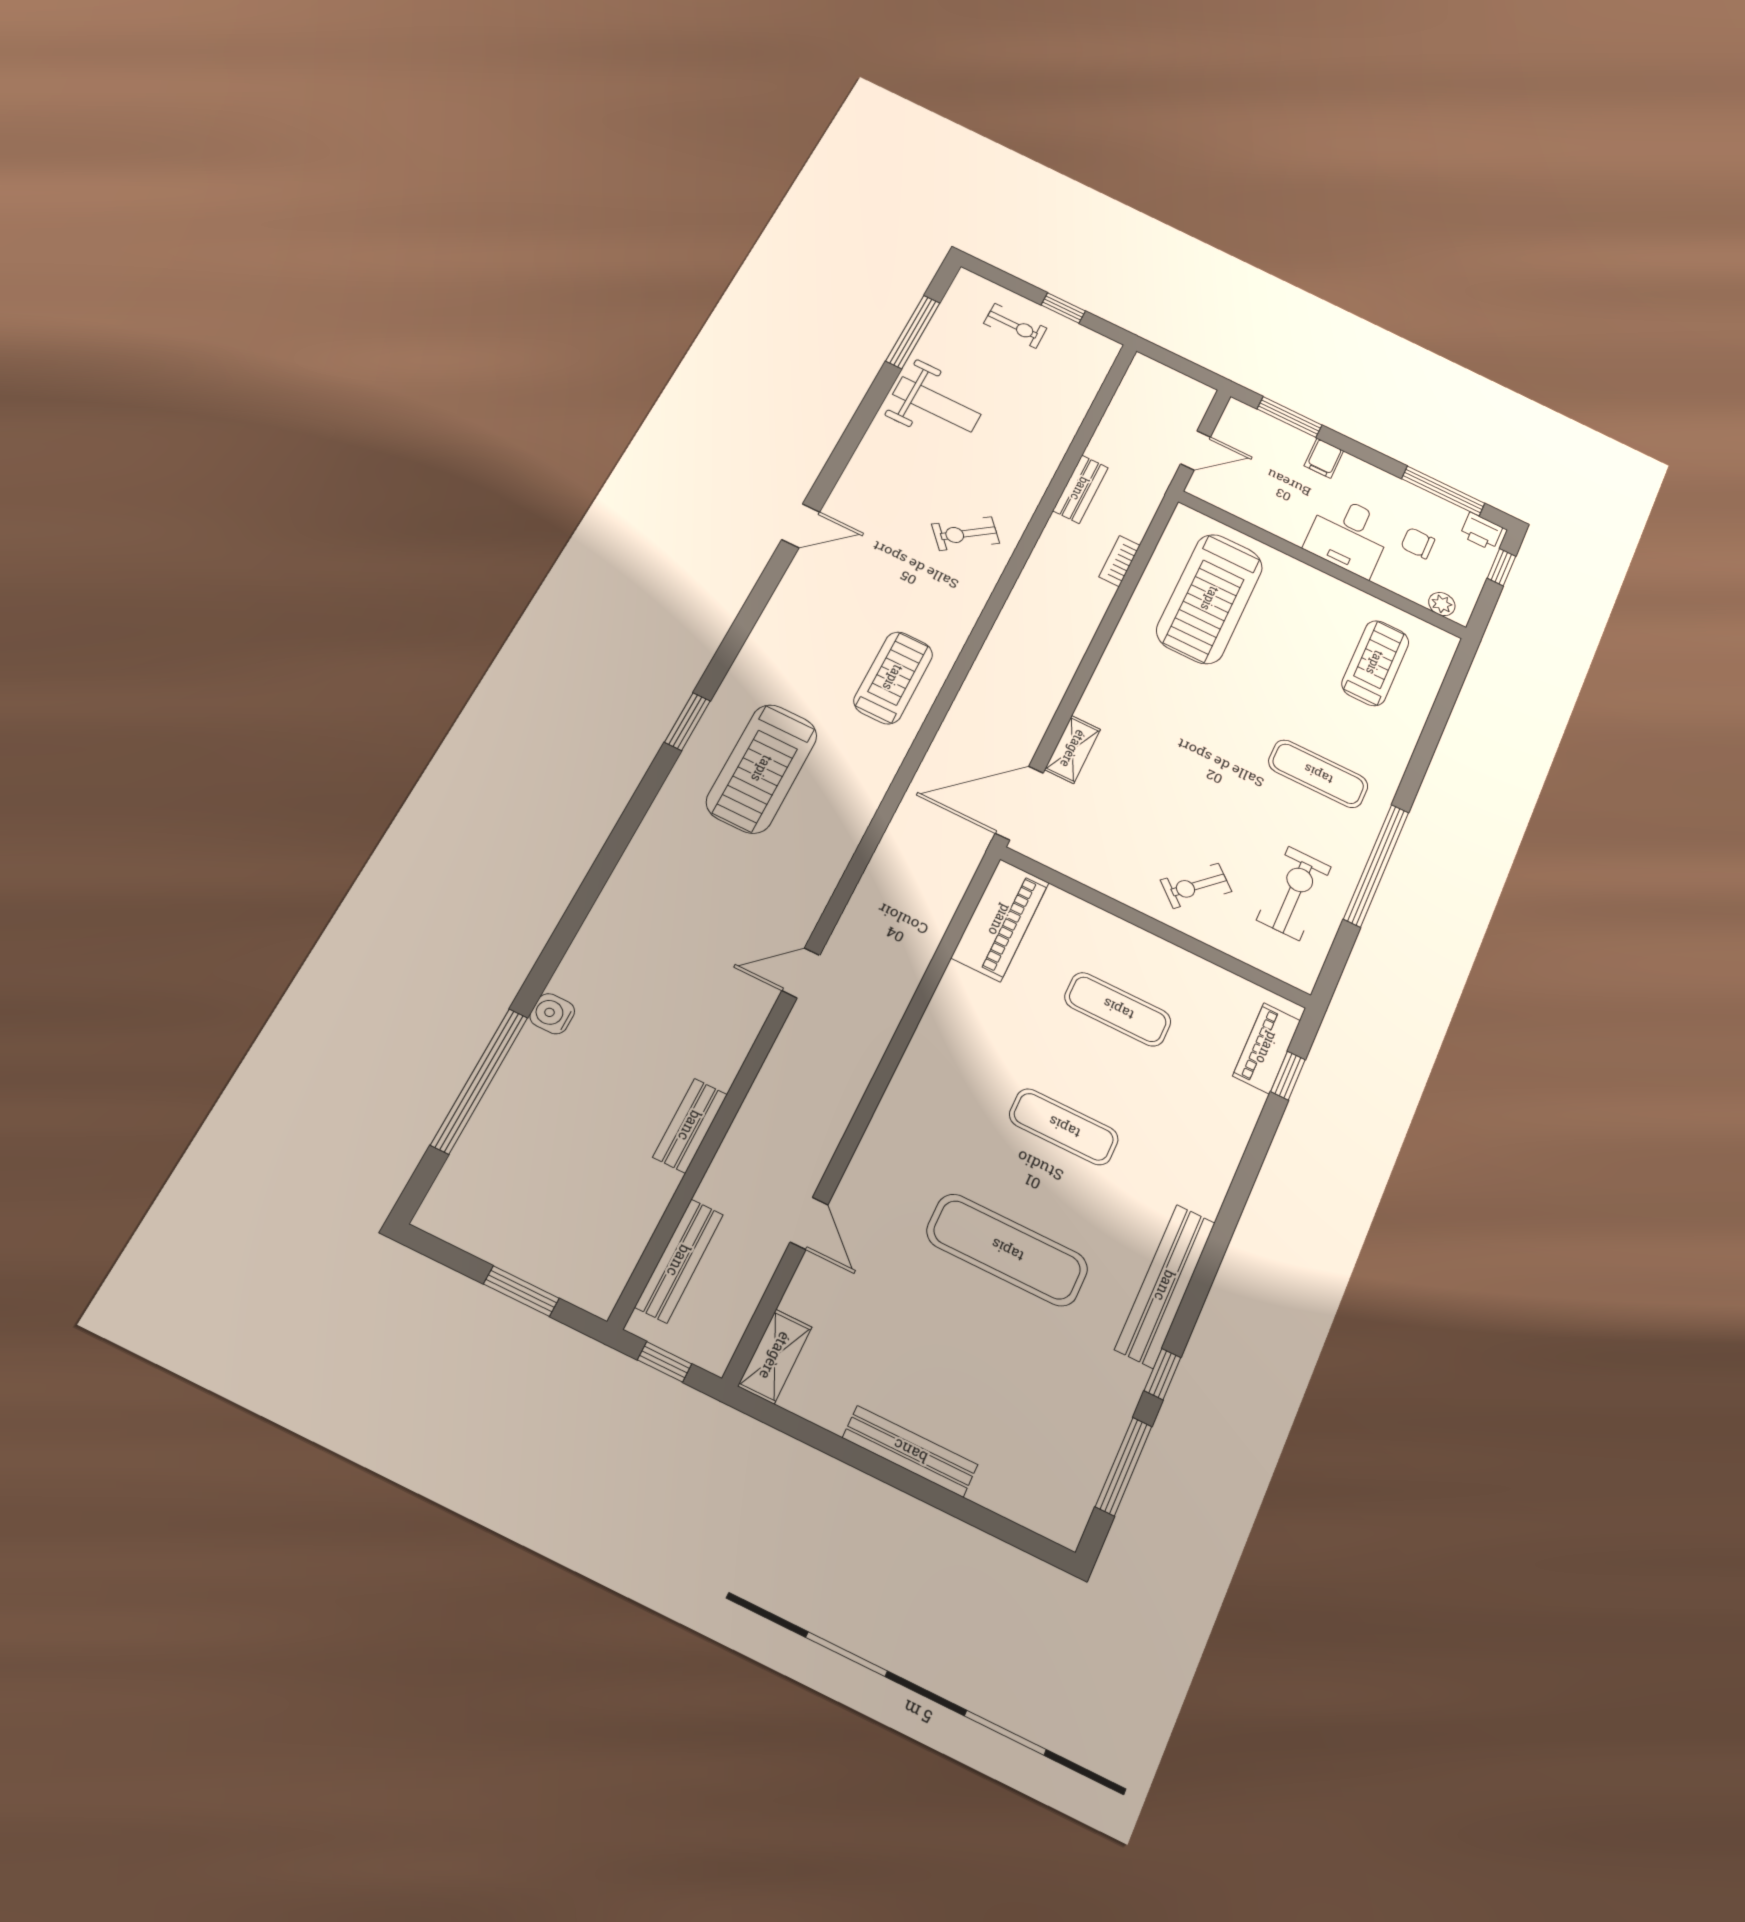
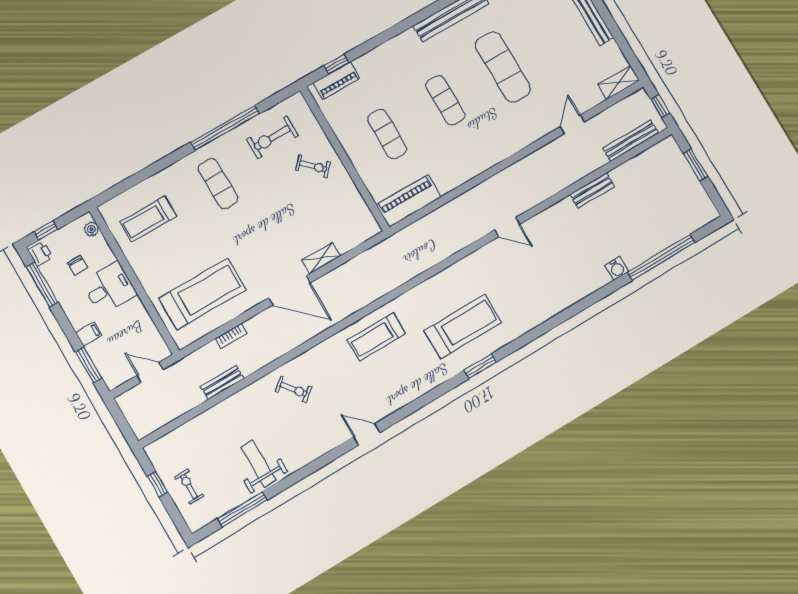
door: (1019, 803) -> (289, 290), moved

